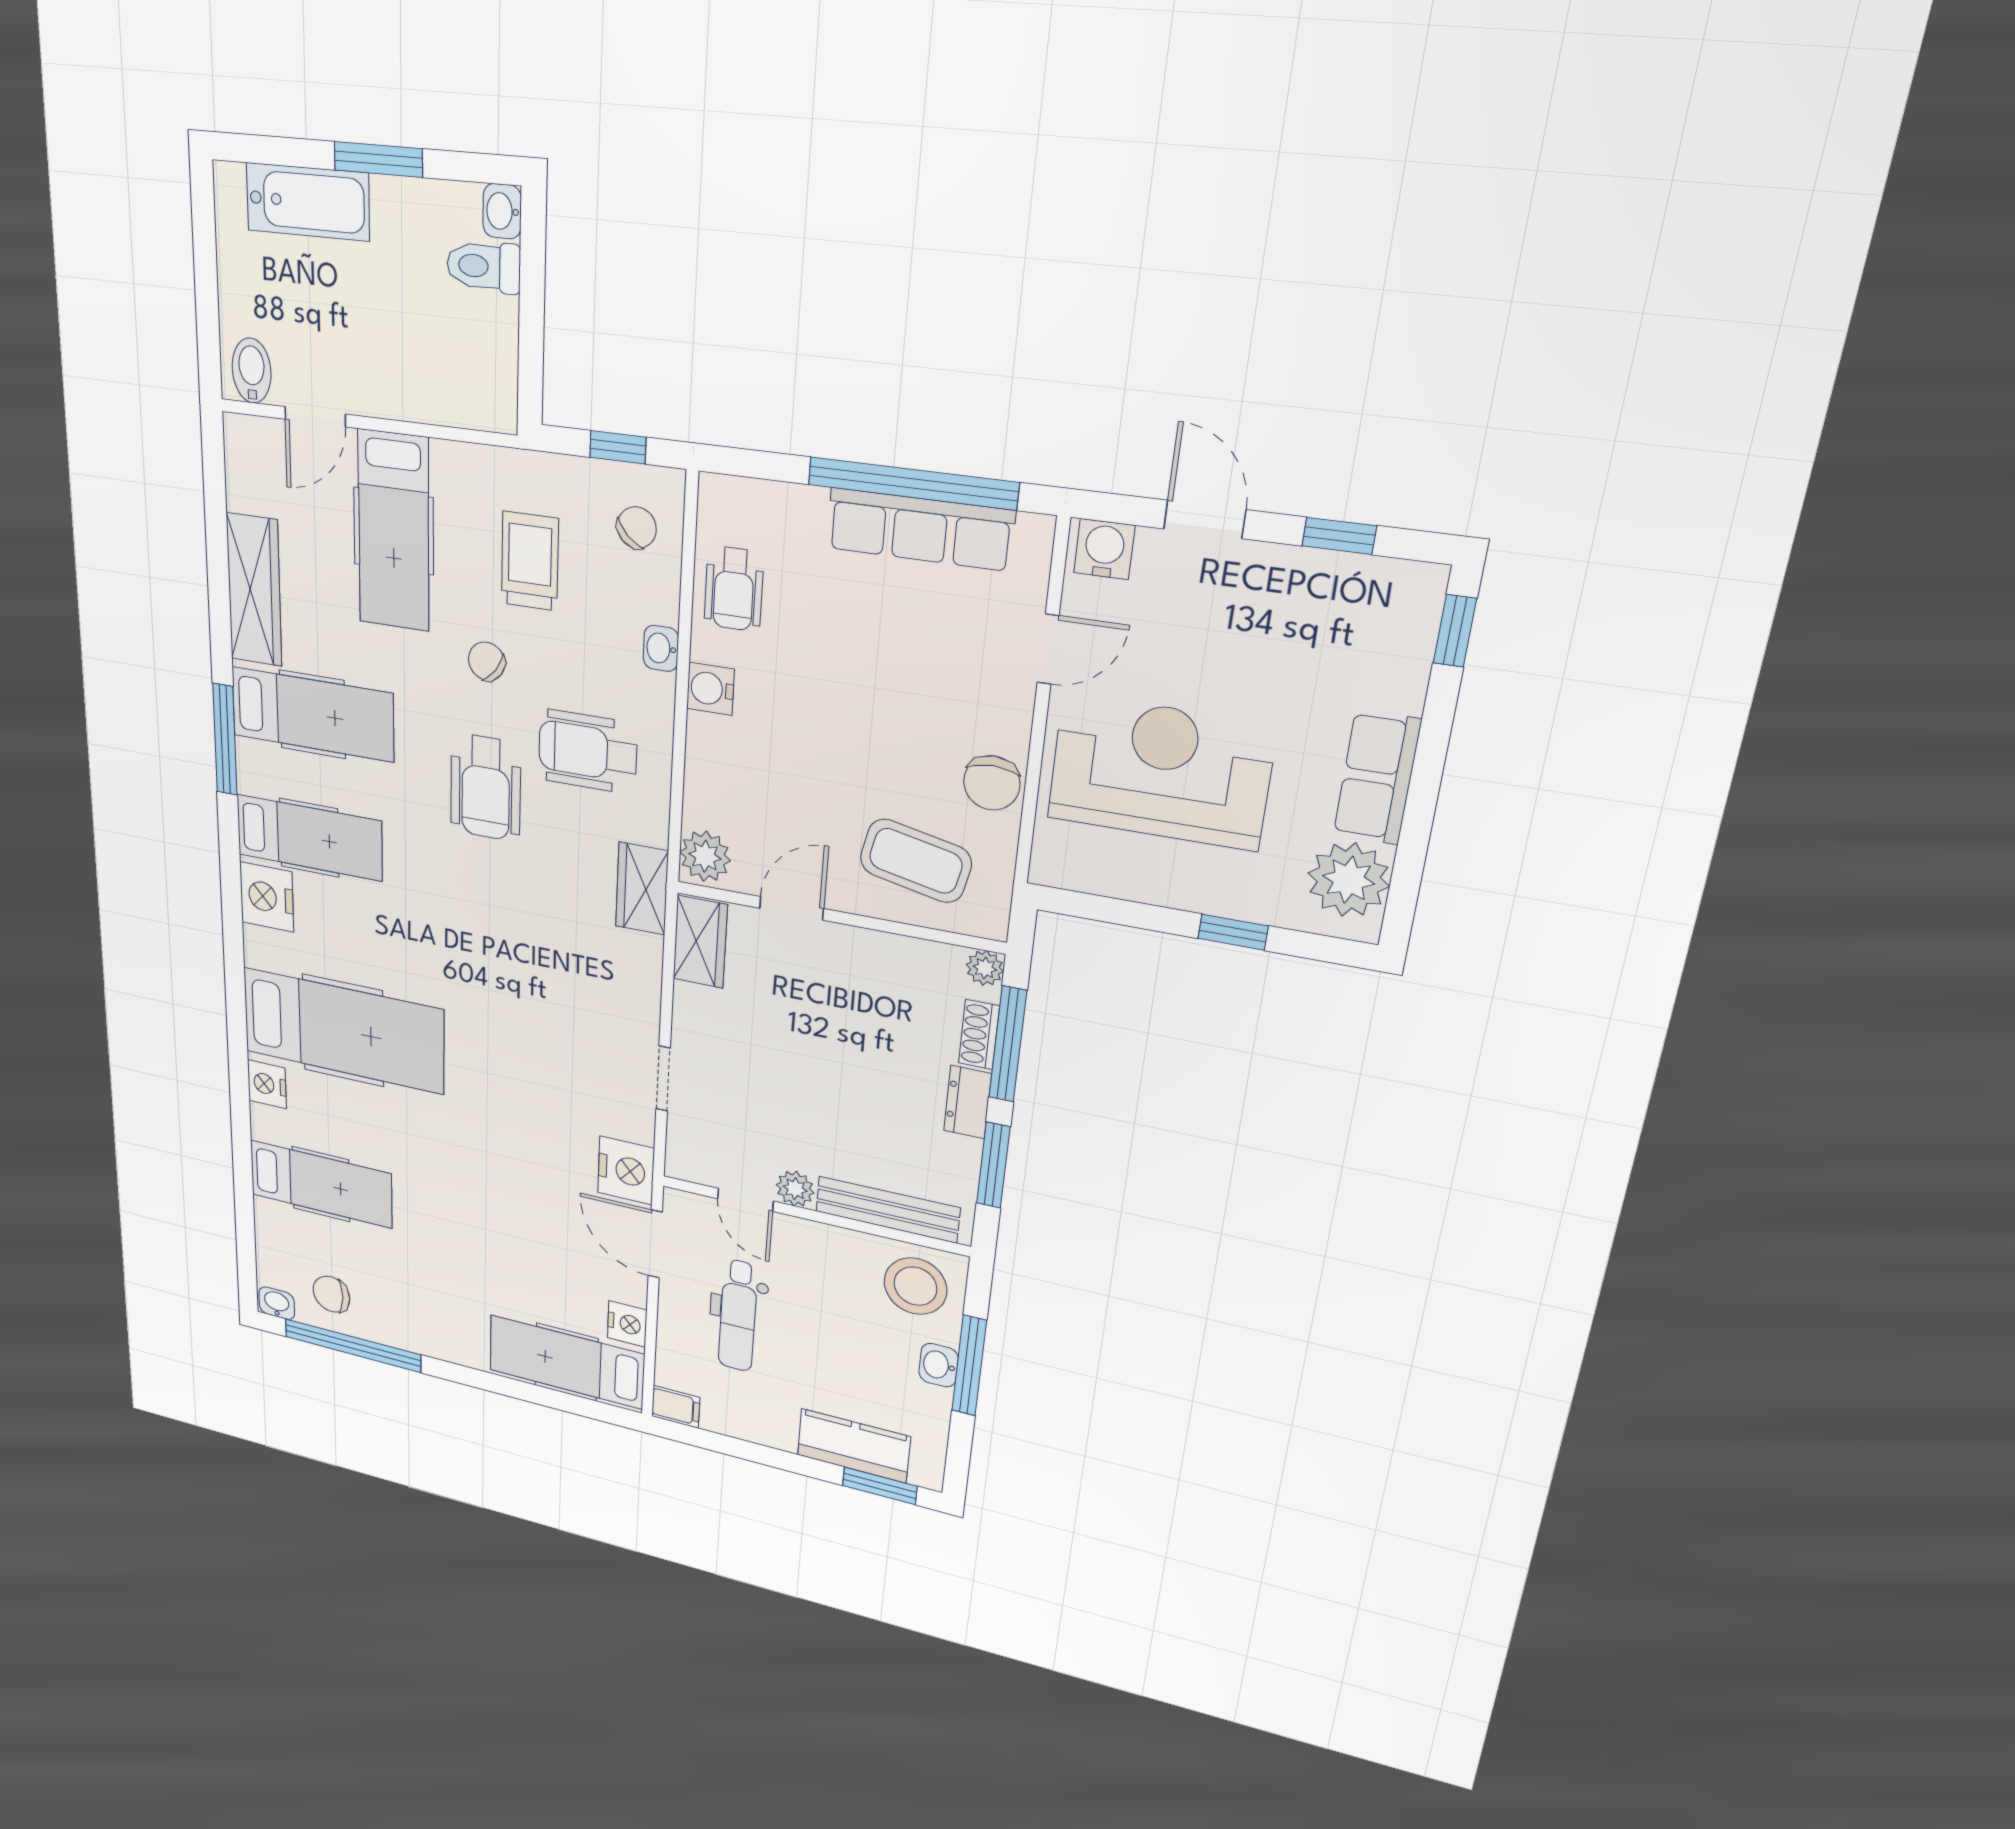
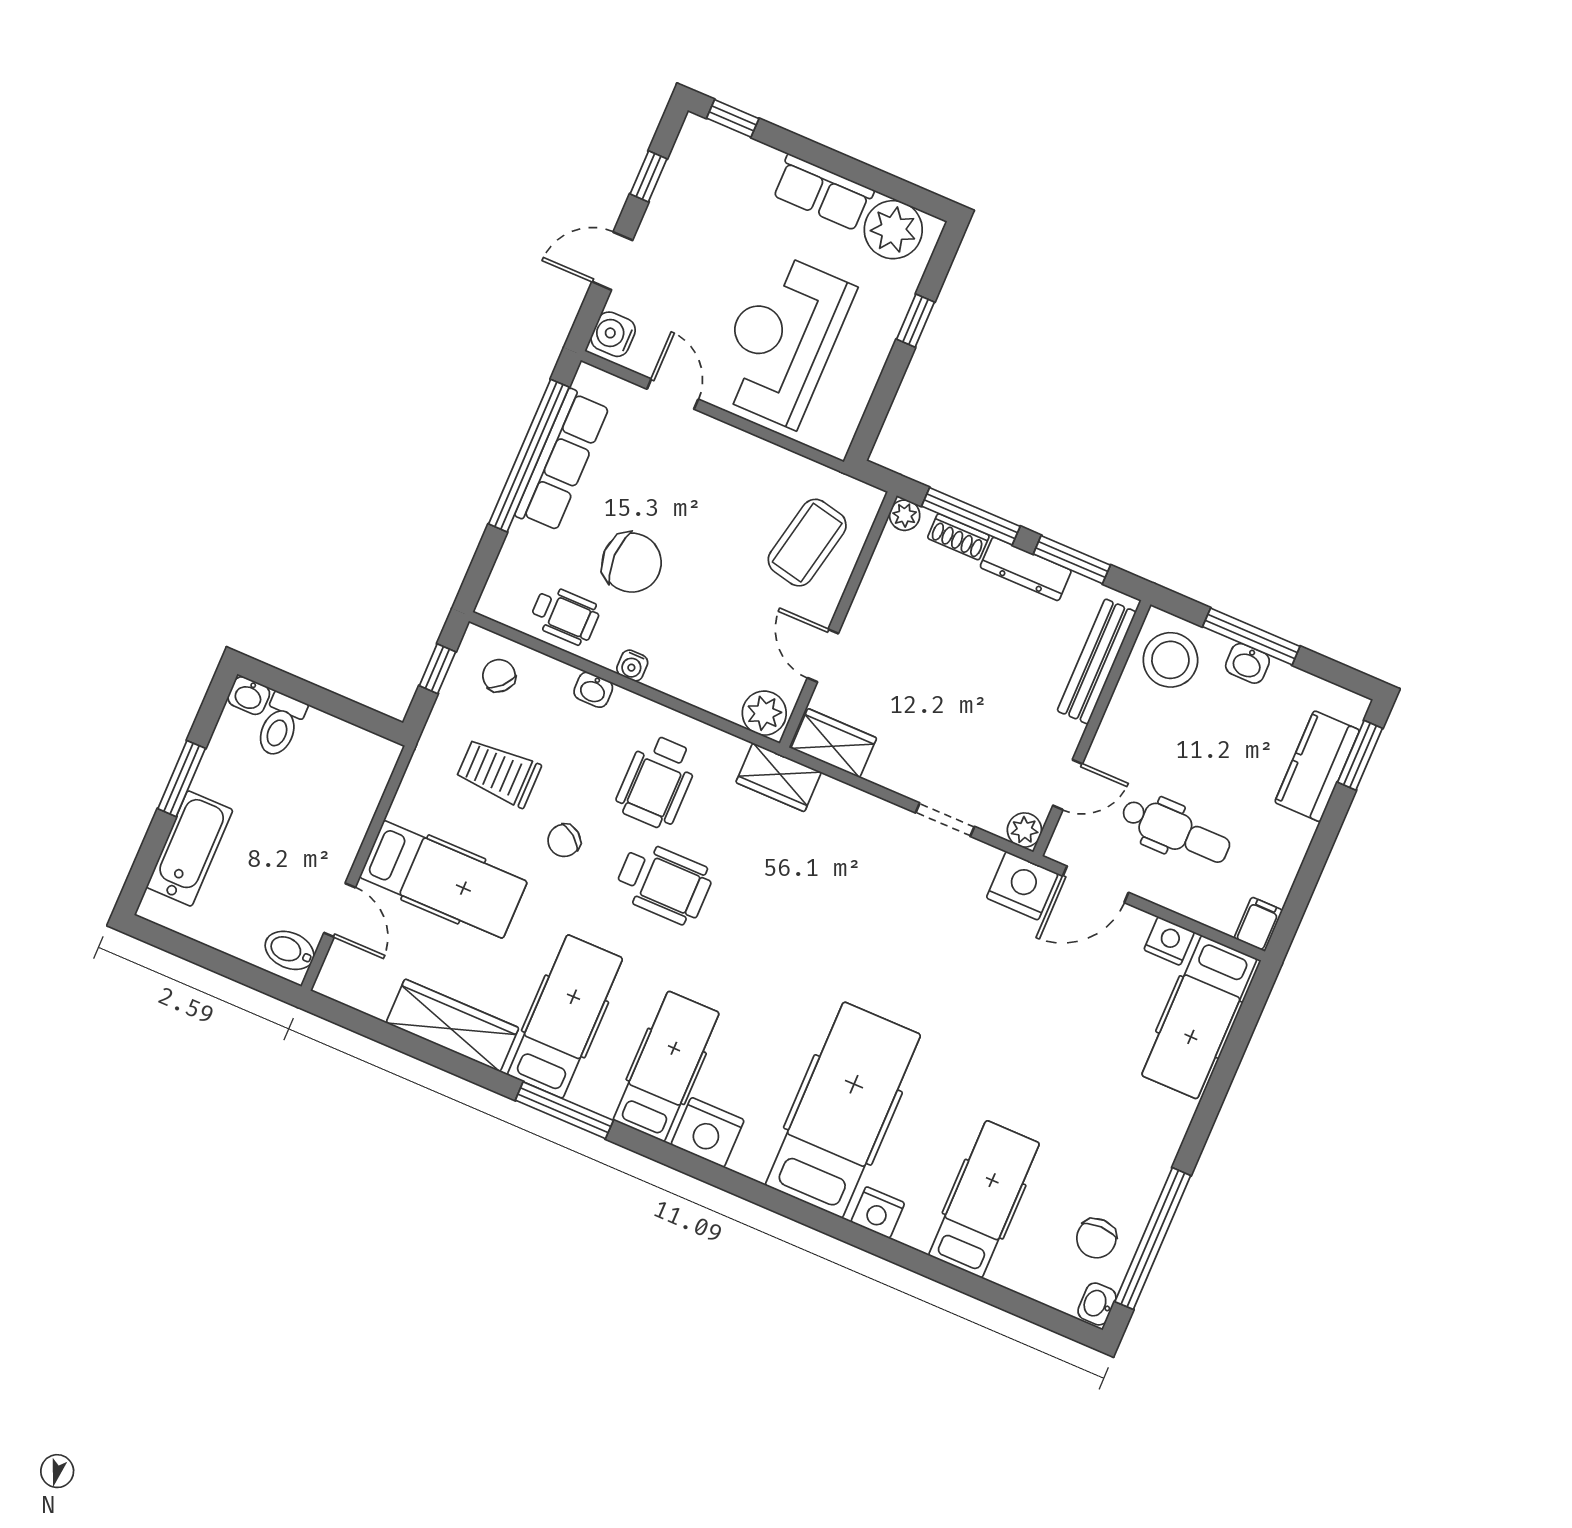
water cooler: (710, 689) -> (632, 666), width x0.72, depth x0.72
chair: (992, 783) -> (632, 563), moved, width x1.37, depth x1.37
dresser: (968, 1102) -> (1026, 569), width x1.44
plant: (795, 1189) -> (1024, 830), moved

